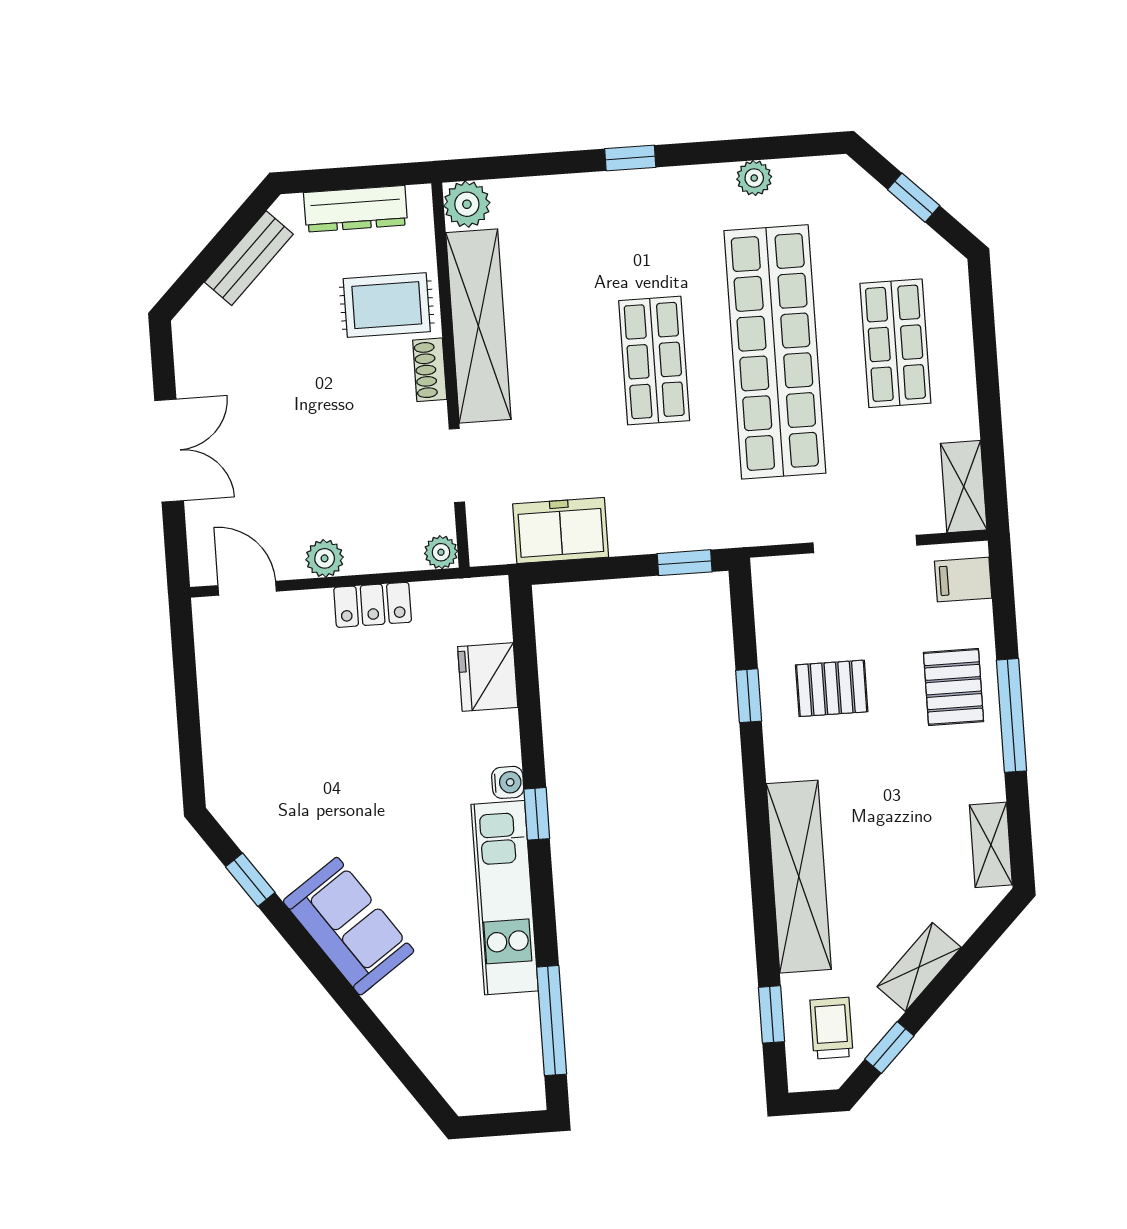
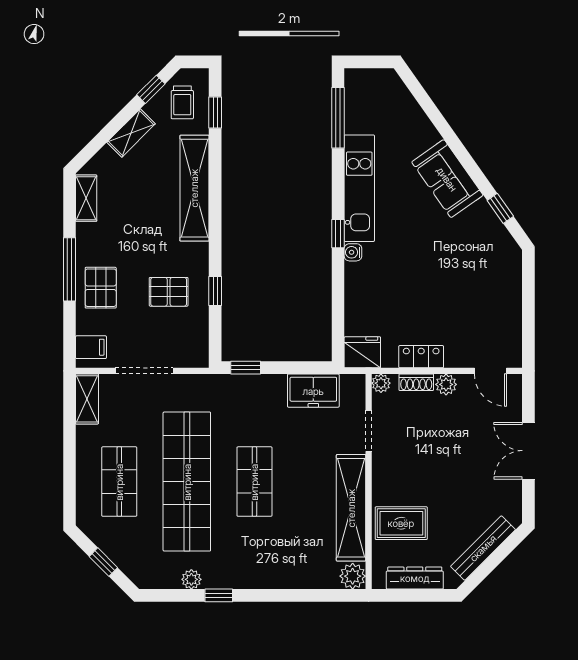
window: (630, 158) -> (219, 595), moved
bench: (249, 258) -> (483, 548), width x1.36
shoe rack: (430, 370) -> (416, 382), moved, turned 90
fridge: (488, 677) -> (362, 352), moved, turned -90

